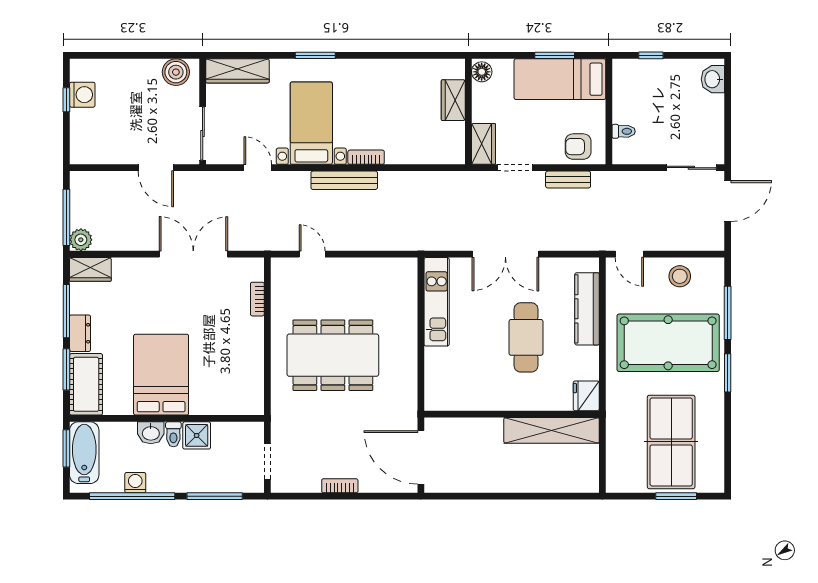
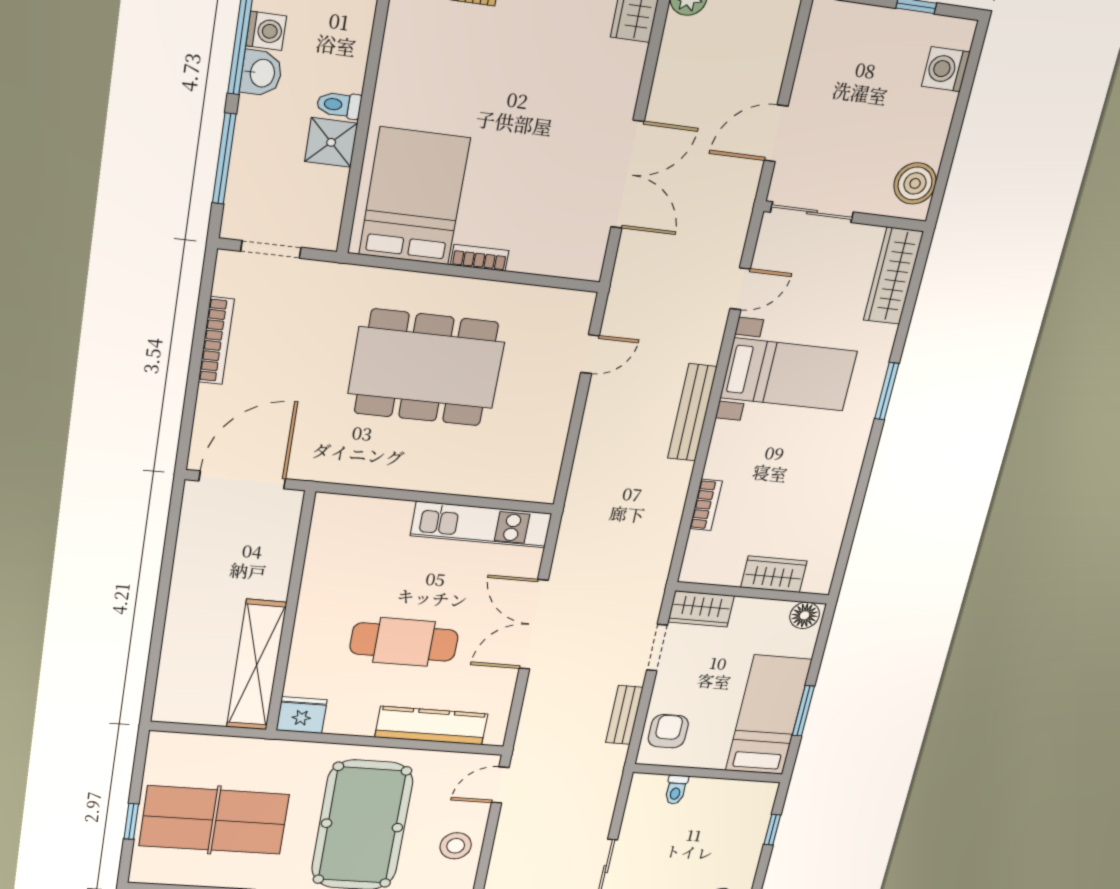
washing machine: (82, 95) -> (946, 69), moved, turned 90
bookcase: (366, 157) -> (706, 505), moved
bookcase: (257, 299) -> (480, 258), moved
dining table: (333, 355) -> (426, 368), turned 90
bed: (161, 375) -> (414, 196), moved, turned -90
washbasin: (151, 433) -> (261, 73), moved, turned 180
bookcase: (340, 486) -> (216, 341), width x1.56
window: (676, 496) -> (131, 821), width x0.67

